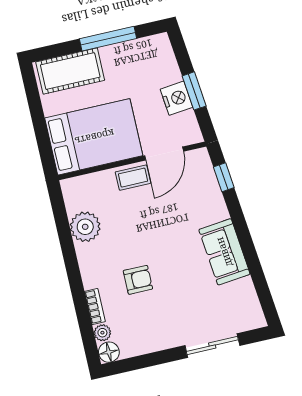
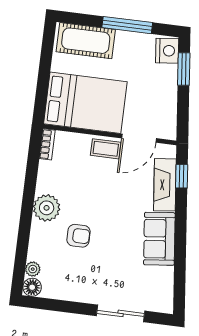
window: (194, 91) -> (184, 69), moved
nightstand: (176, 98) -> (167, 51), moved
fireplace: (209, 193) -> (165, 185), added
plant: (85, 227) -> (47, 208), moved
bookcase: (95, 307) -> (47, 144), moved

